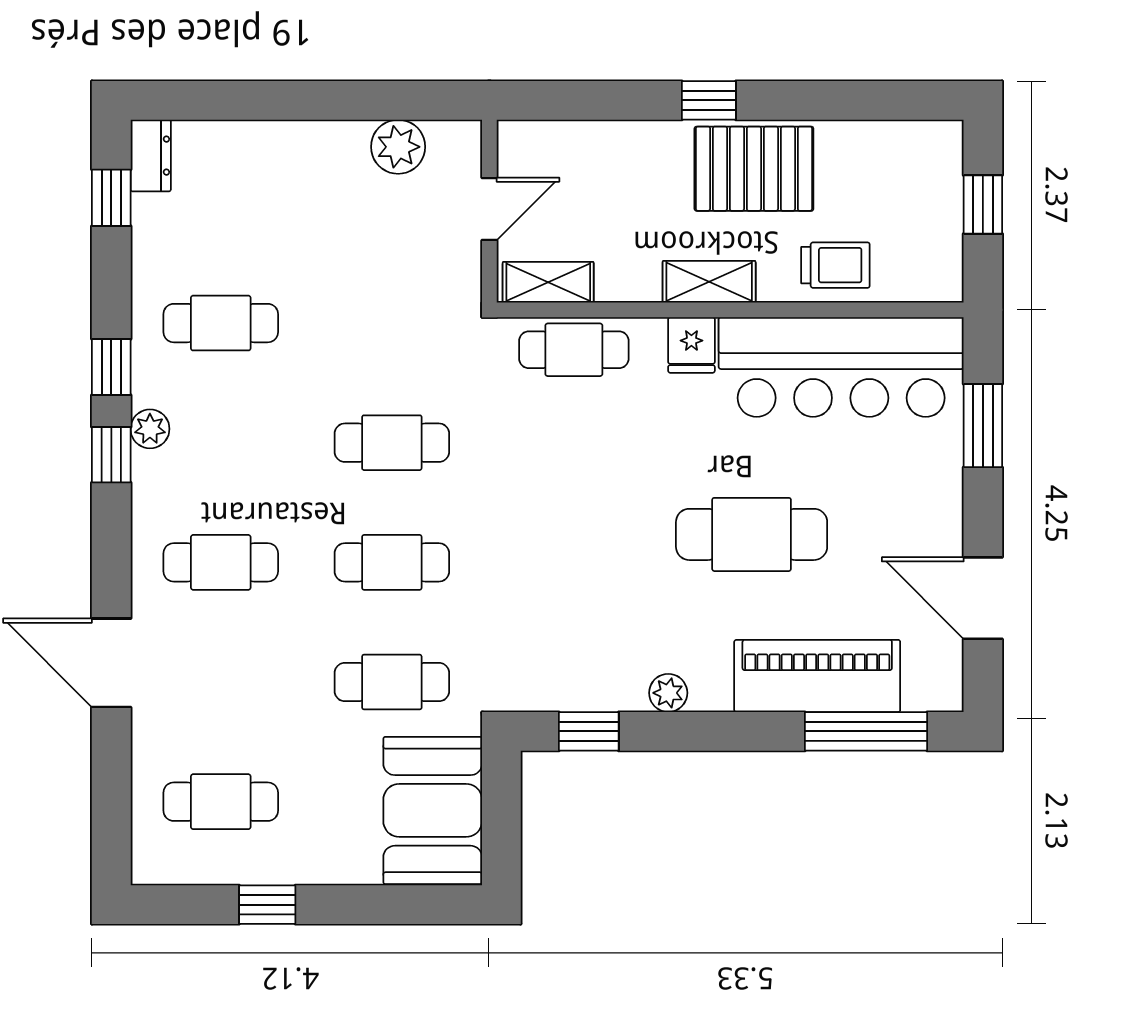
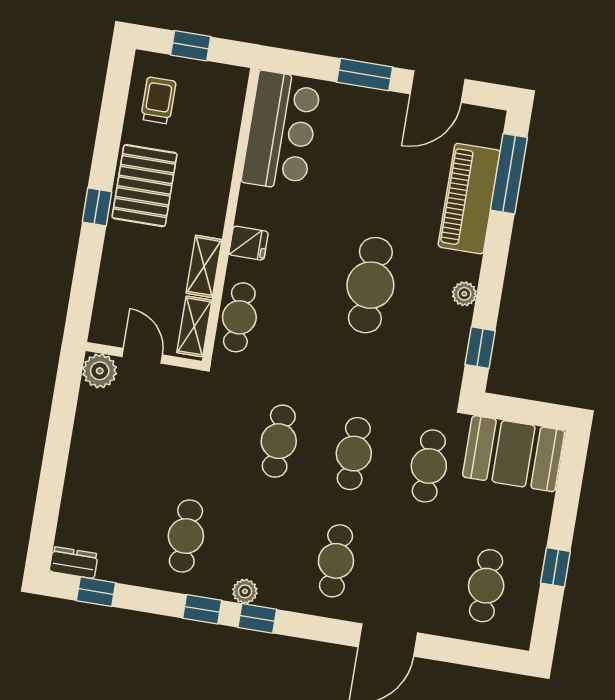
plant: (398, 147) -> (100, 371), moved
trolley: (835, 265) -> (158, 100), moved
shelving: (709, 282) -> (204, 266), moved
bar counter: (841, 367) -> (281, 131), width x0.73
window: (983, 426) -> (365, 75), moved
cafe table: (752, 534) -> (370, 285), moved

